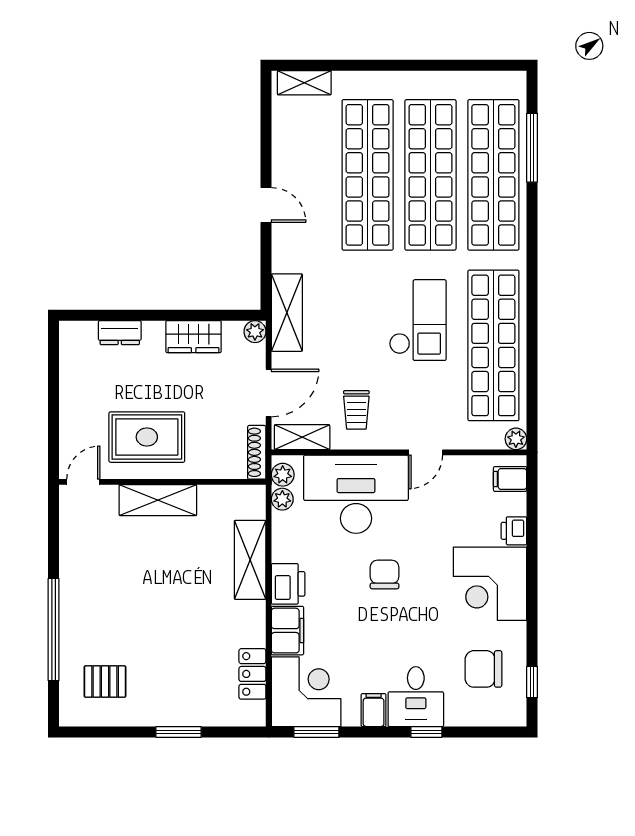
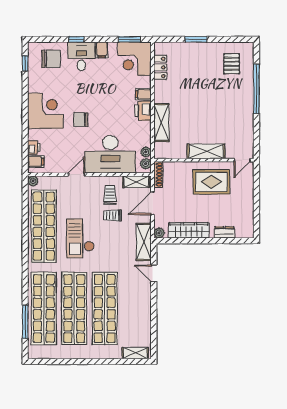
door: (266, 205) -> (154, 273), moved
wardrobe: (194, 337) -> (189, 230), width x1.50
trolley: (352, 368) -> (112, 215), added
printer: (514, 531) -> (34, 148), moved
chair: (385, 574) -> (81, 120), moved, turned 90
filing cabinet: (287, 631) -> (143, 94), width x0.50
chair: (483, 669) -> (51, 59), moved
pallet: (105, 682) -> (232, 64), turned 90

